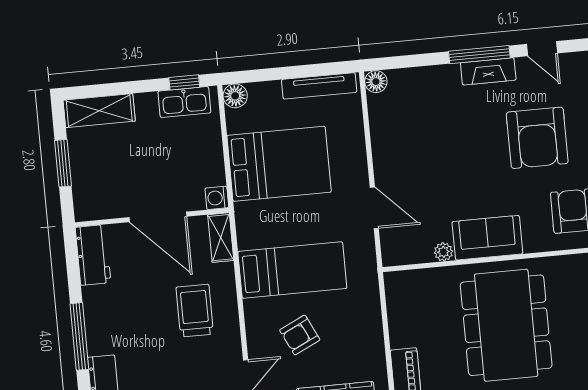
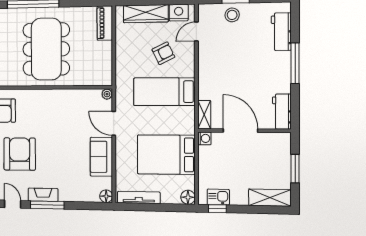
kitchen sink: (184, 102) -> (218, 197), width x0.73
sofa: (487, 238) -> (101, 157), moved, turned 90
plant: (443, 252) -> (107, 94), moved
trolley: (195, 311) -> (224, 73), removed

